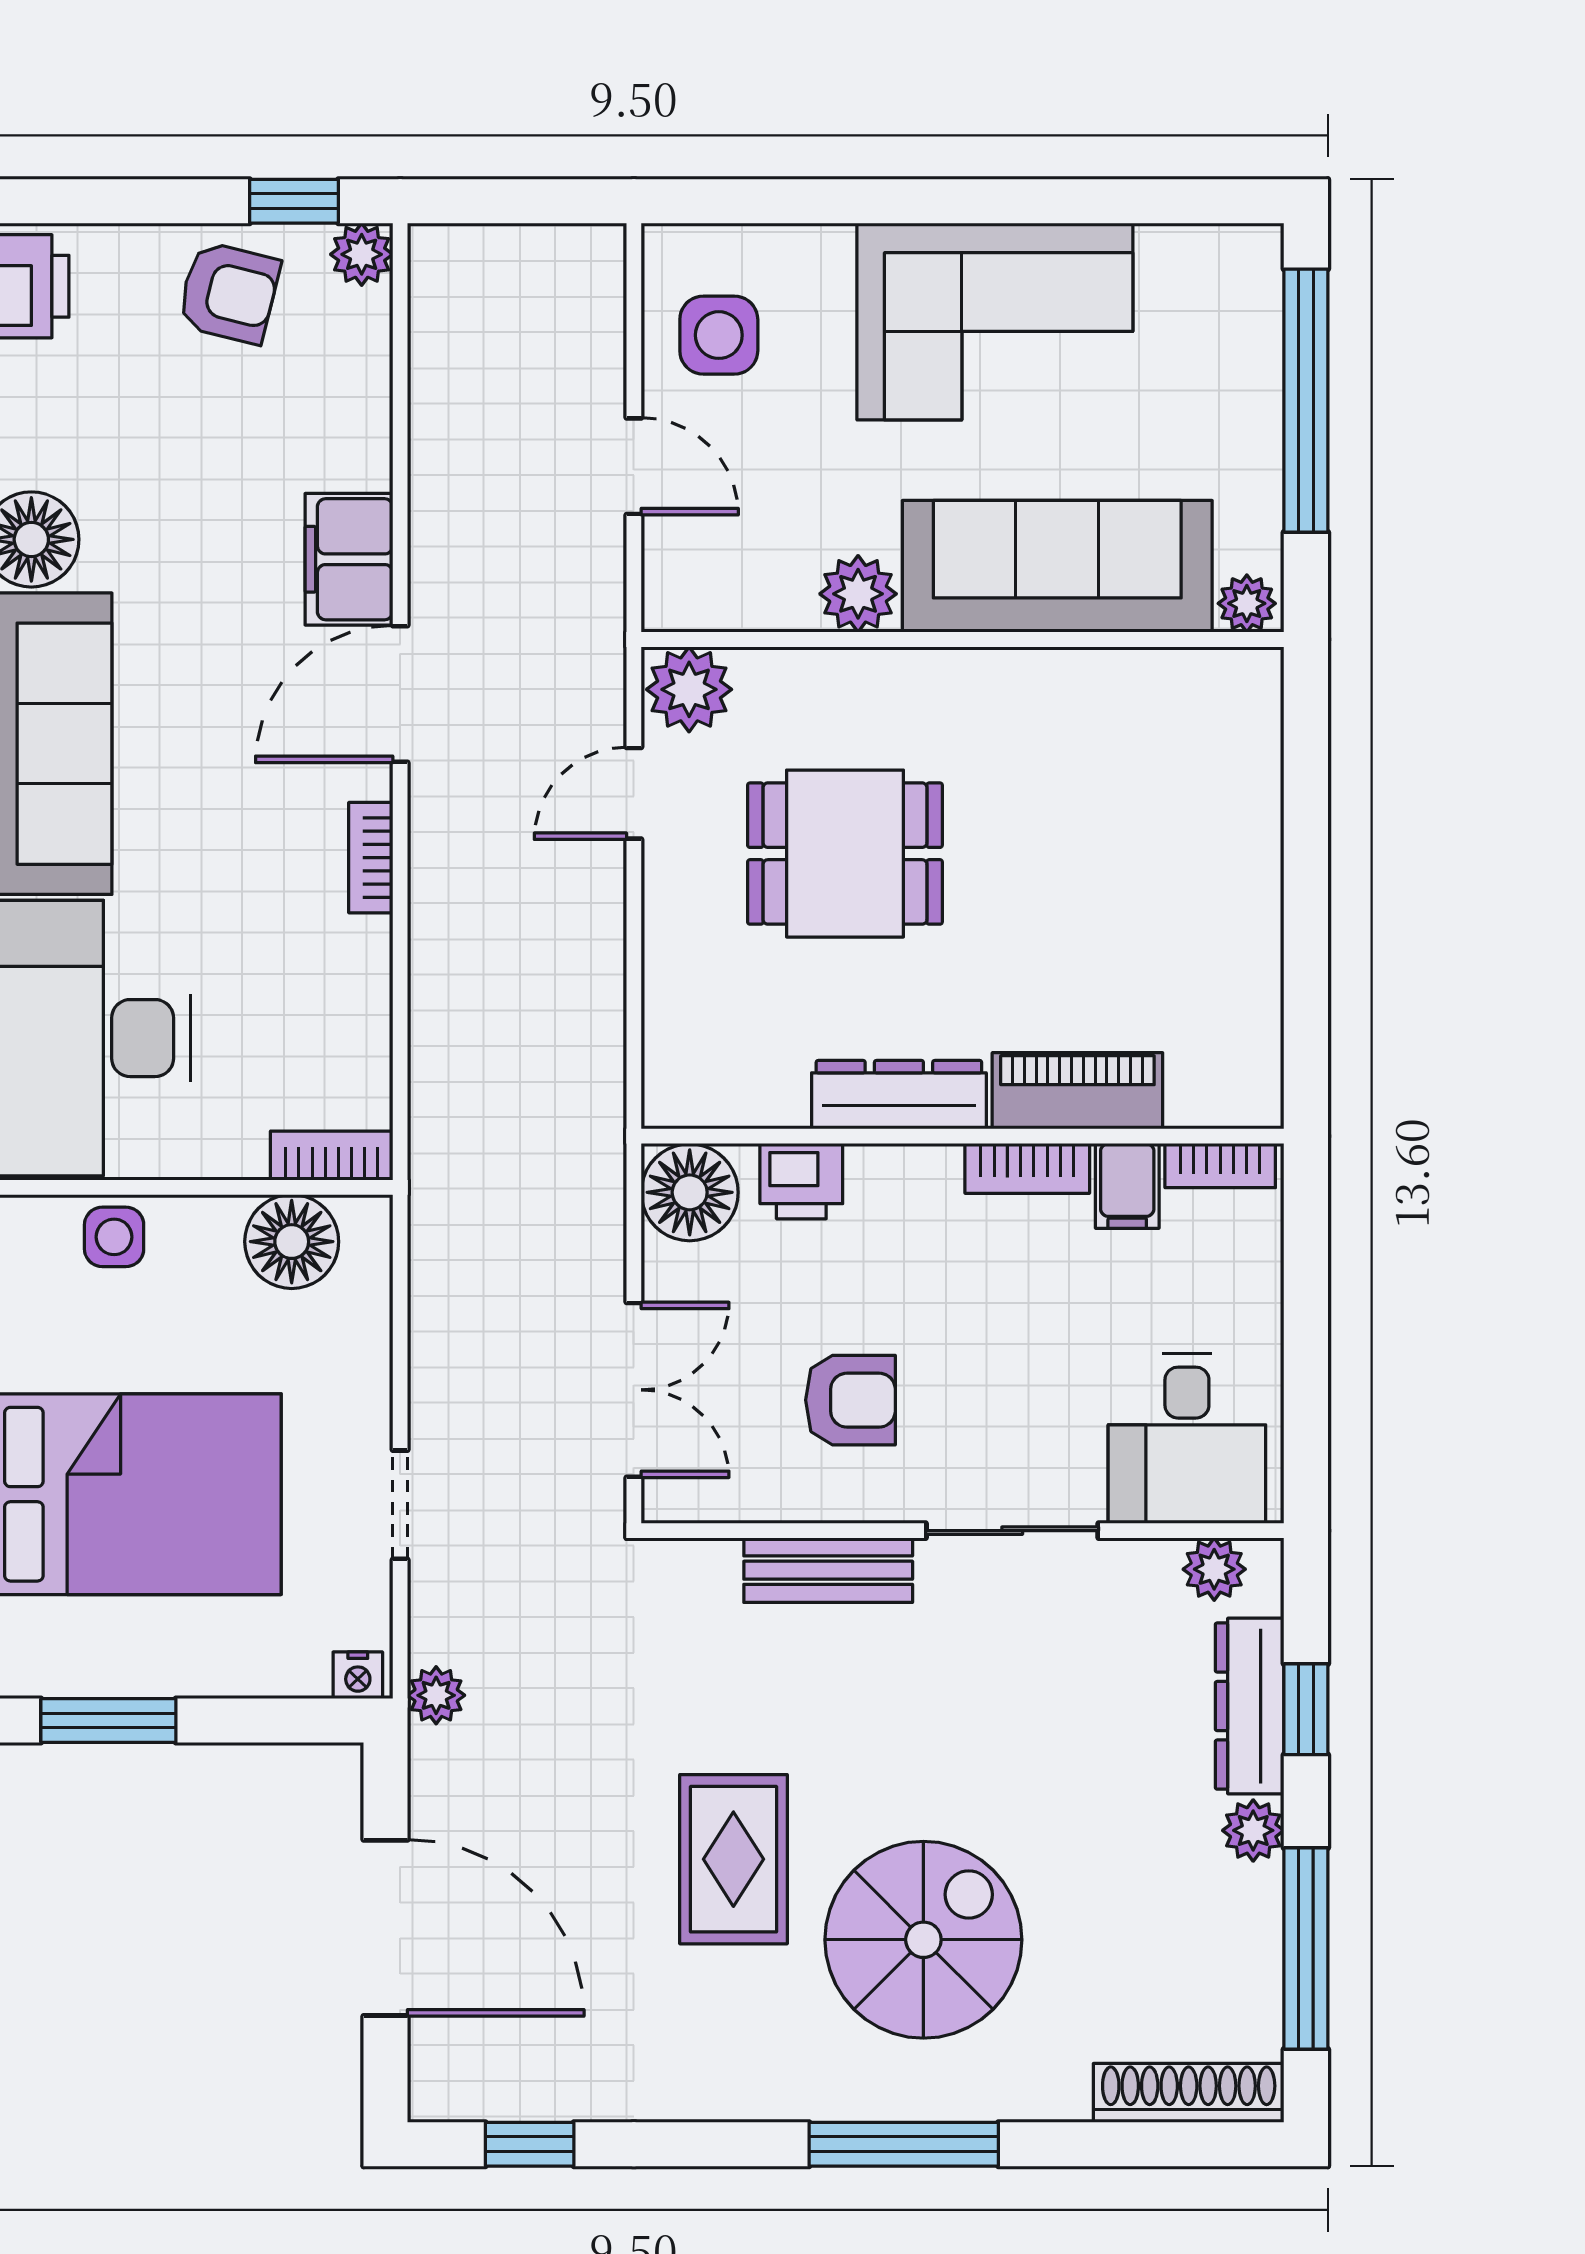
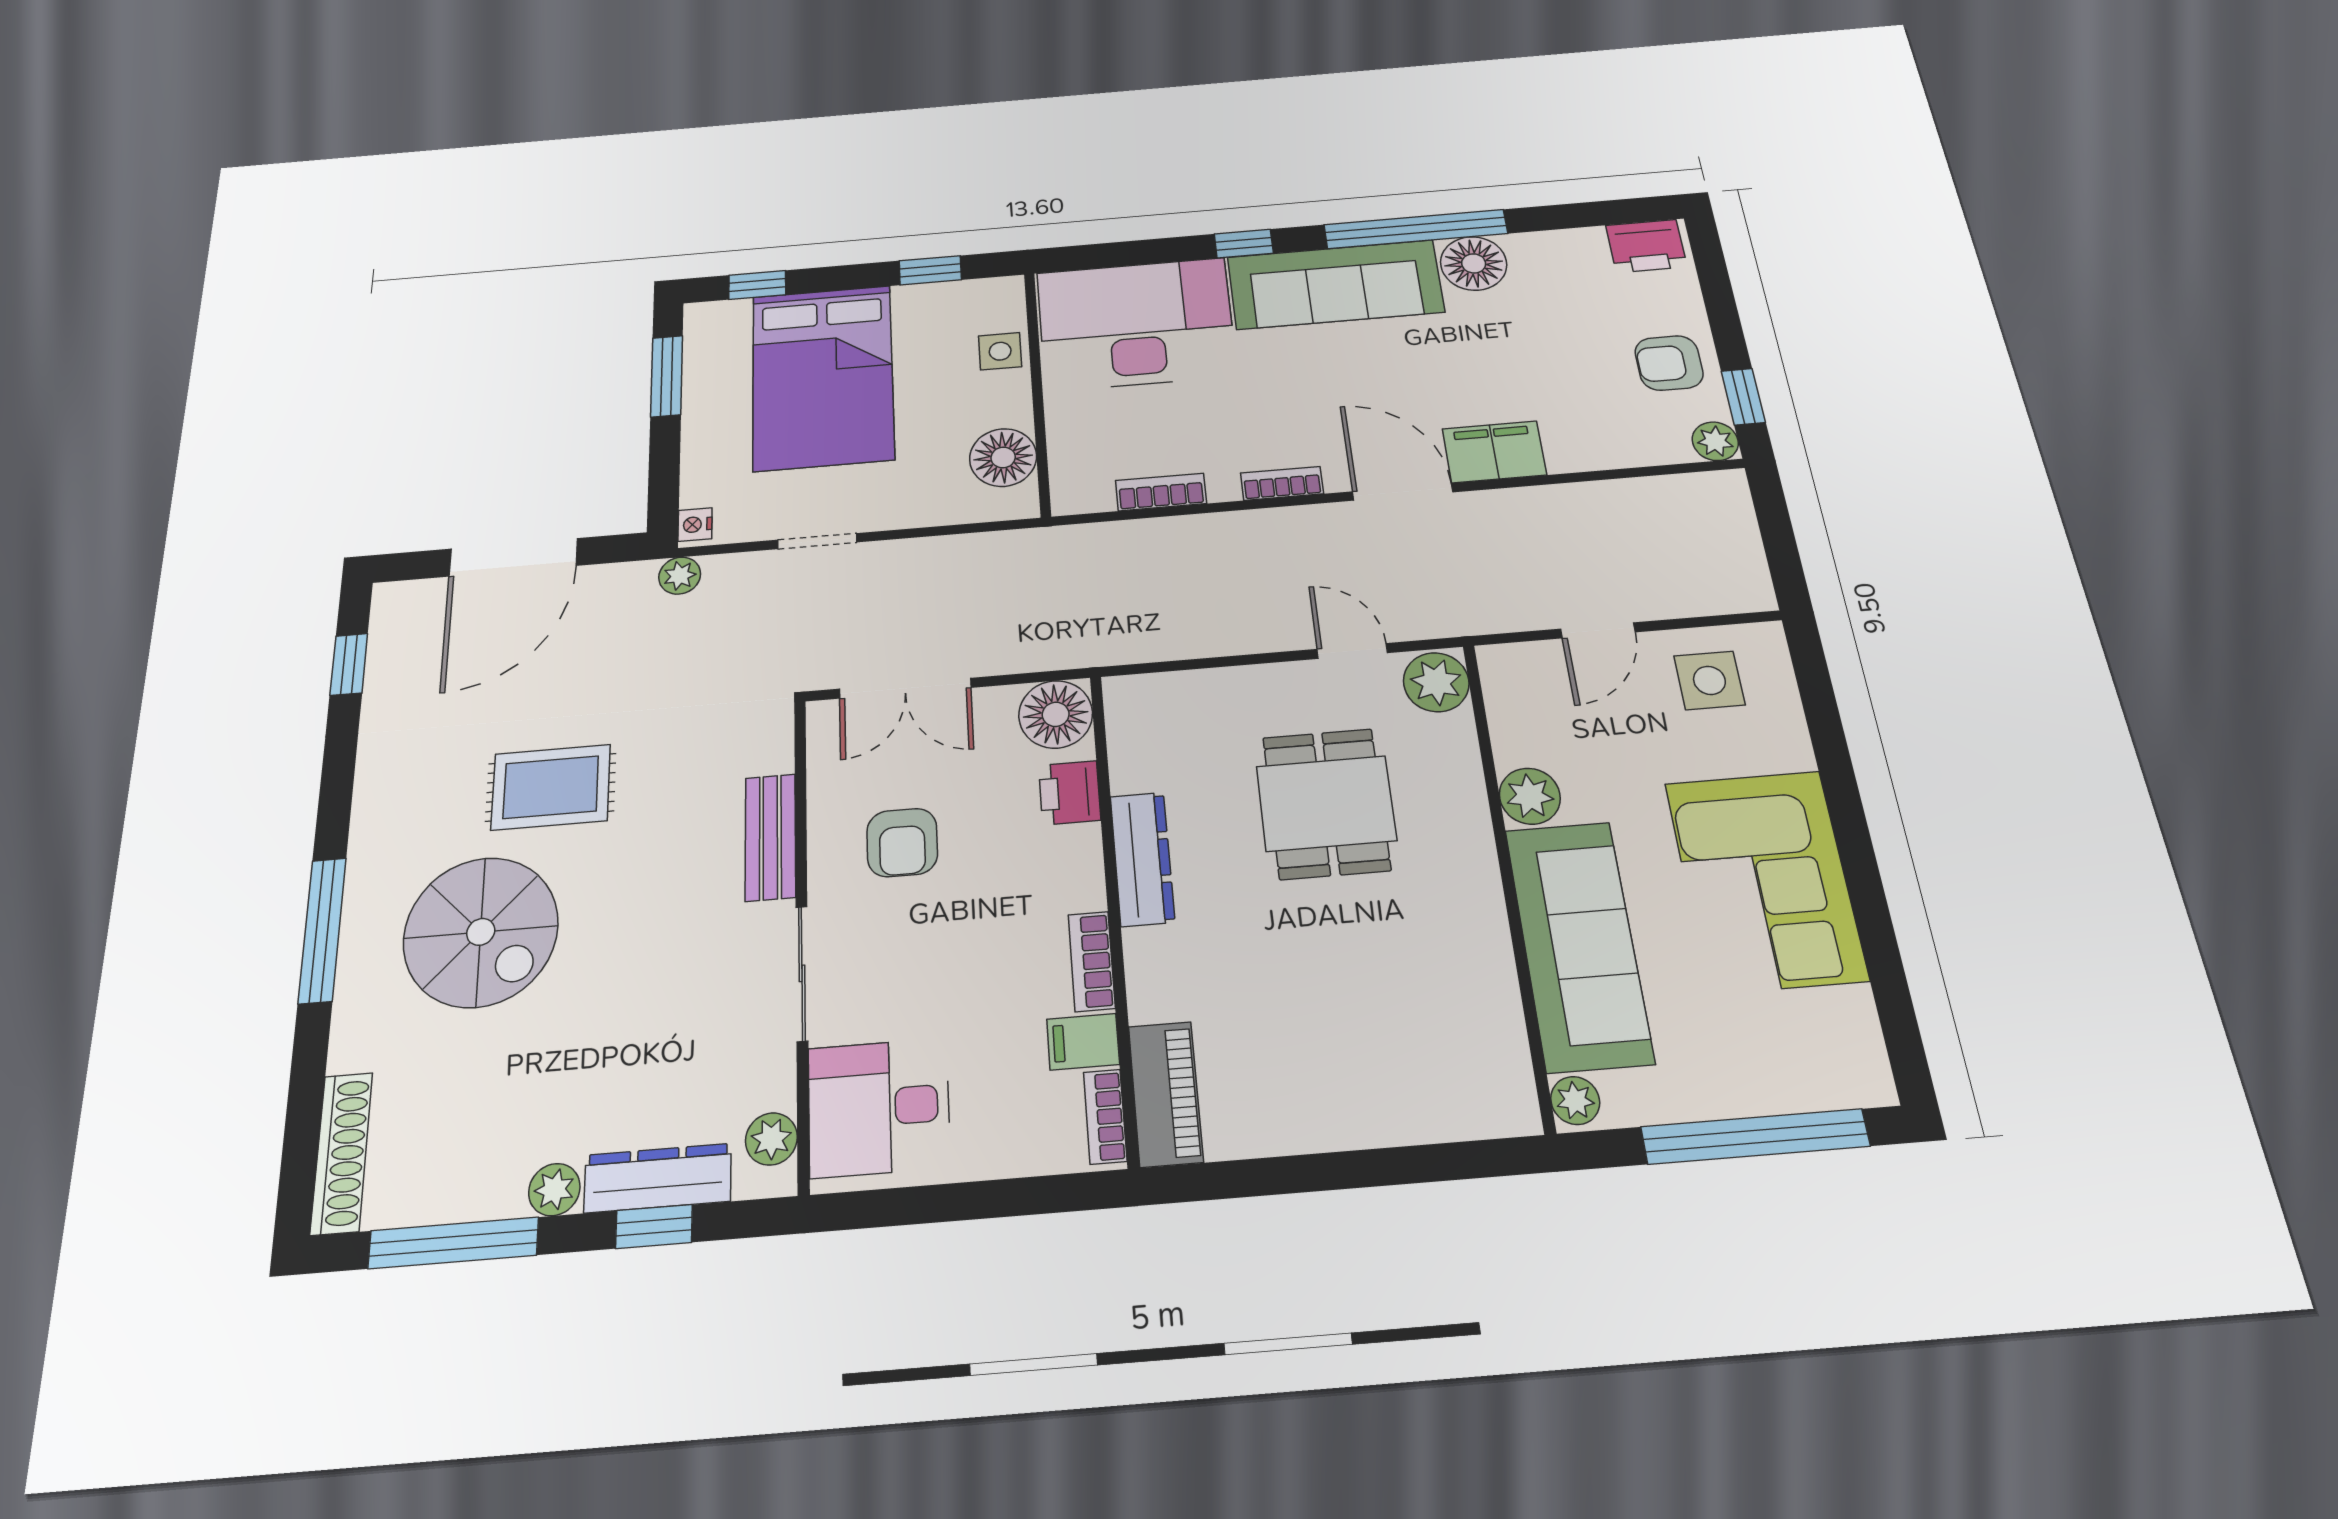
armchair: (229, 293) -> (1669, 363), turned 76
piano: (1077, 1091) -> (1166, 1094), moved
bookcase: (332, 1156) -> (1161, 492), moved, turned -90

